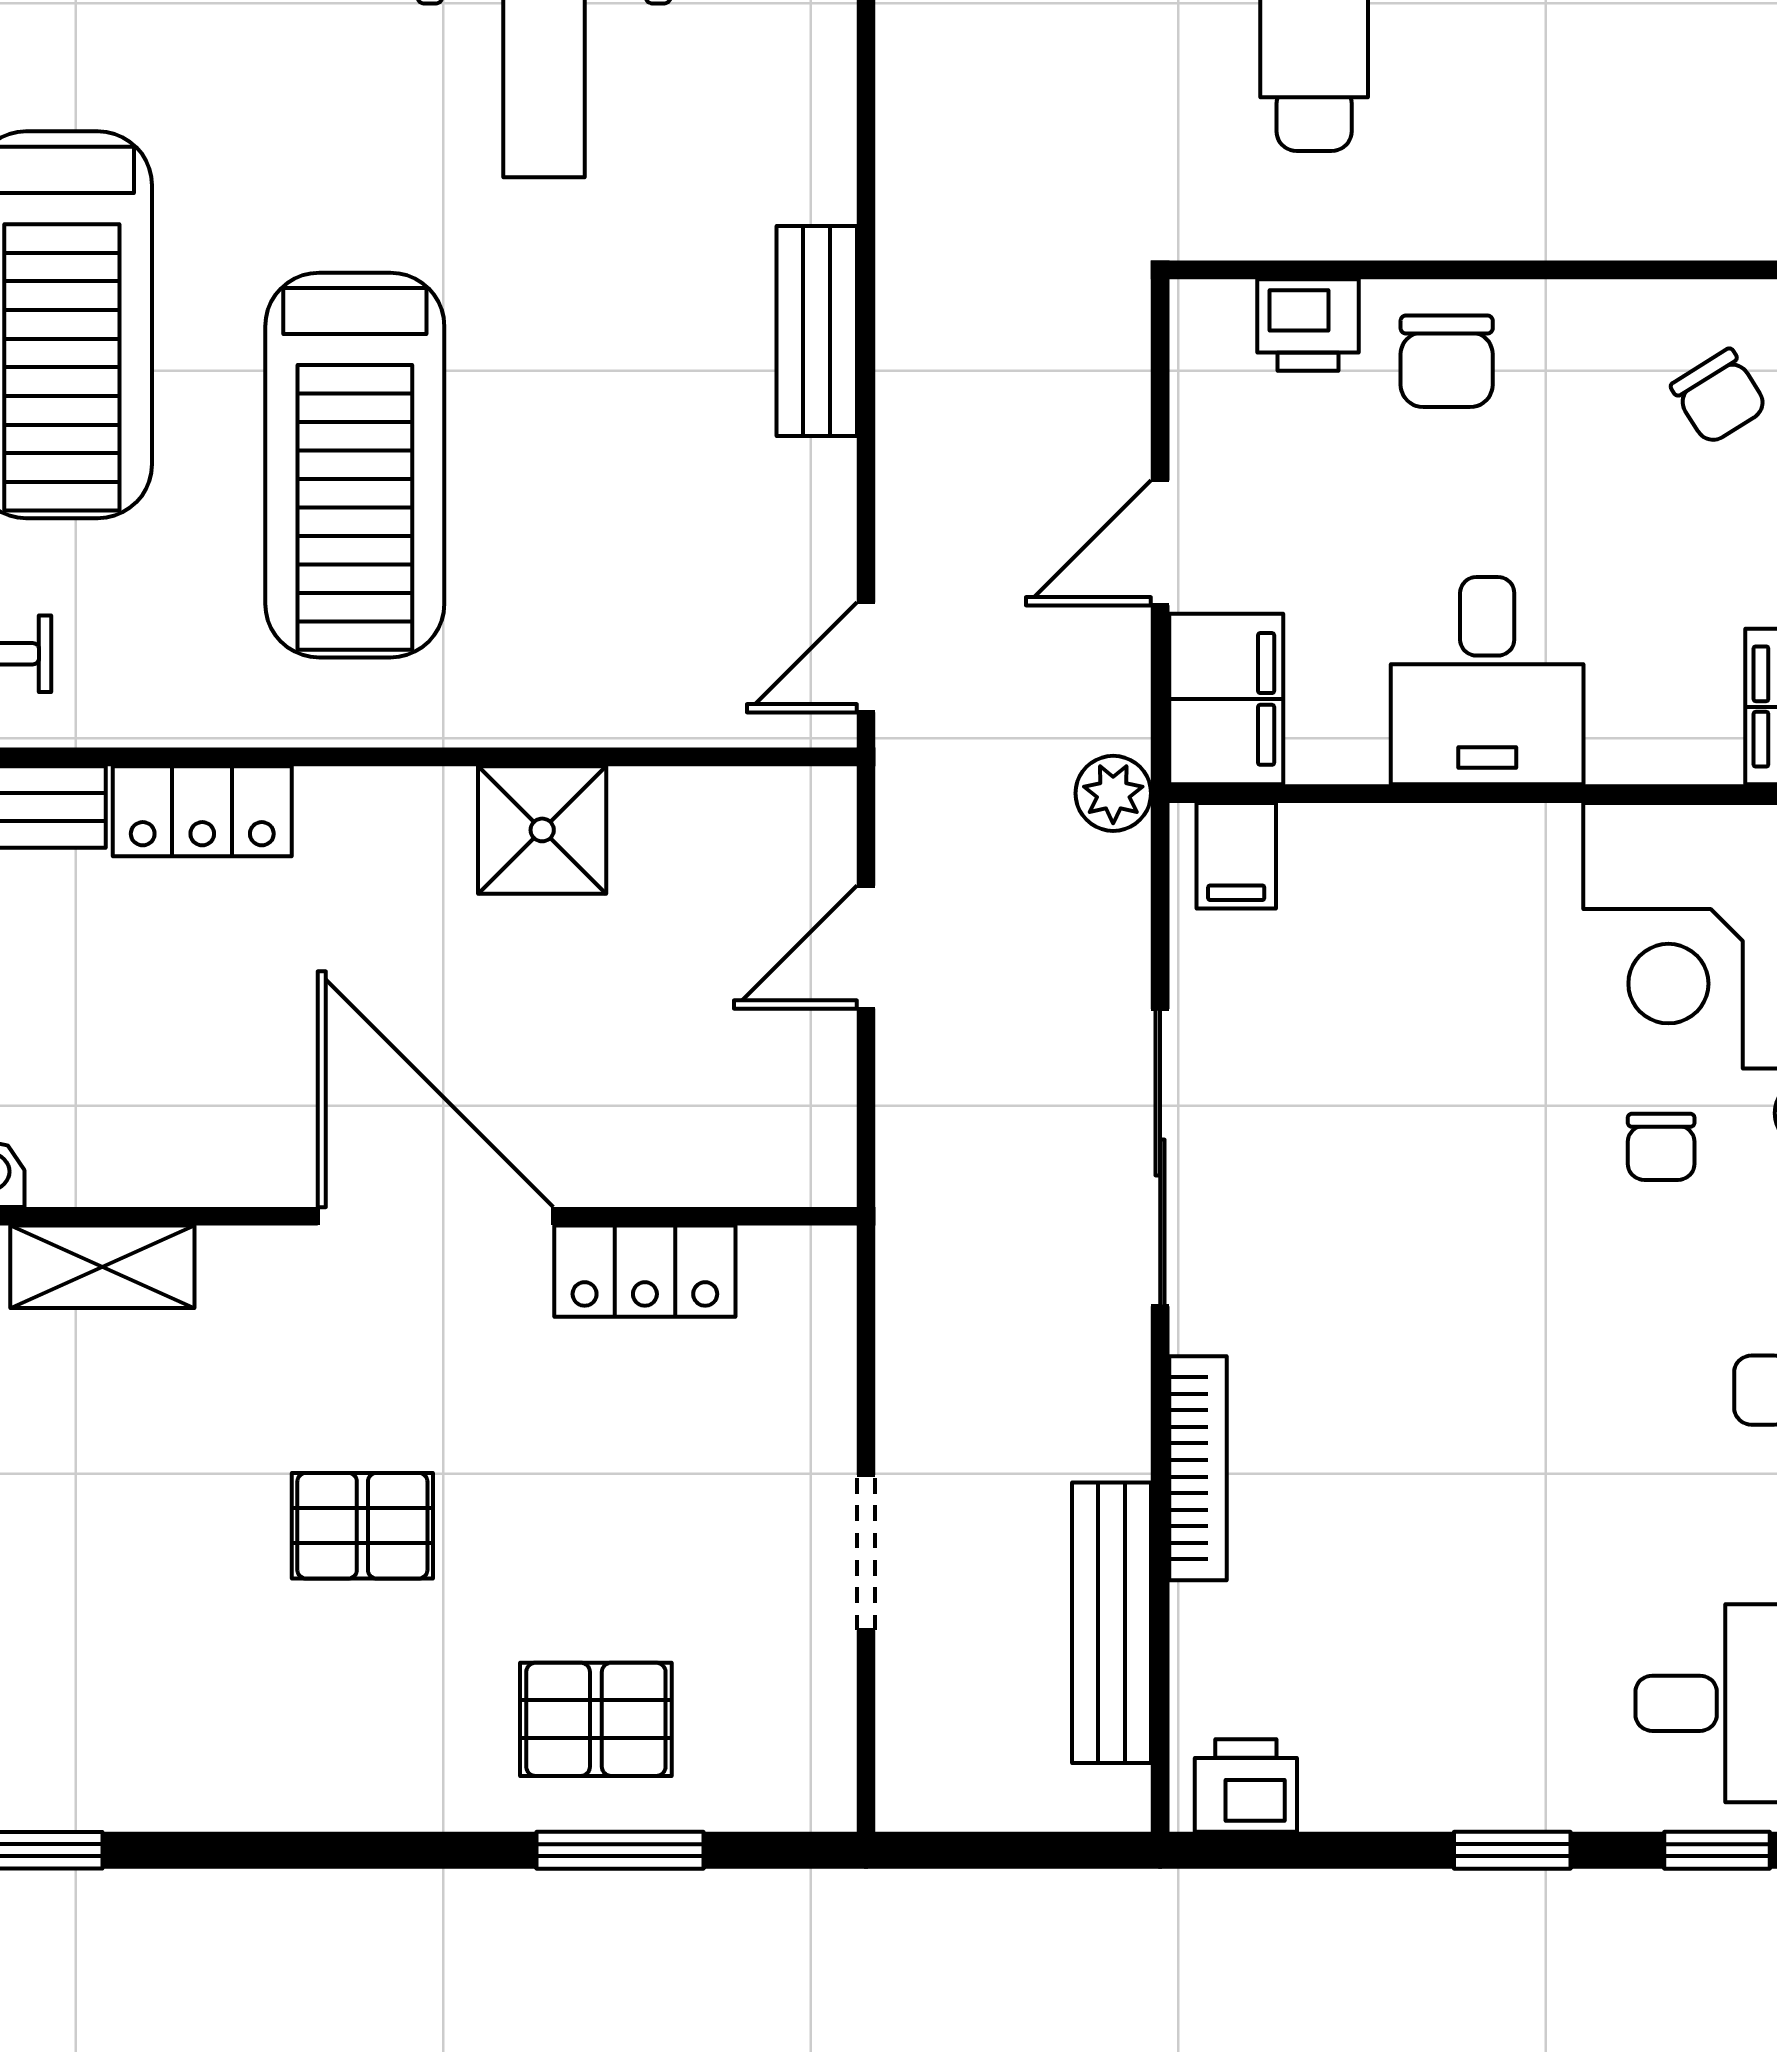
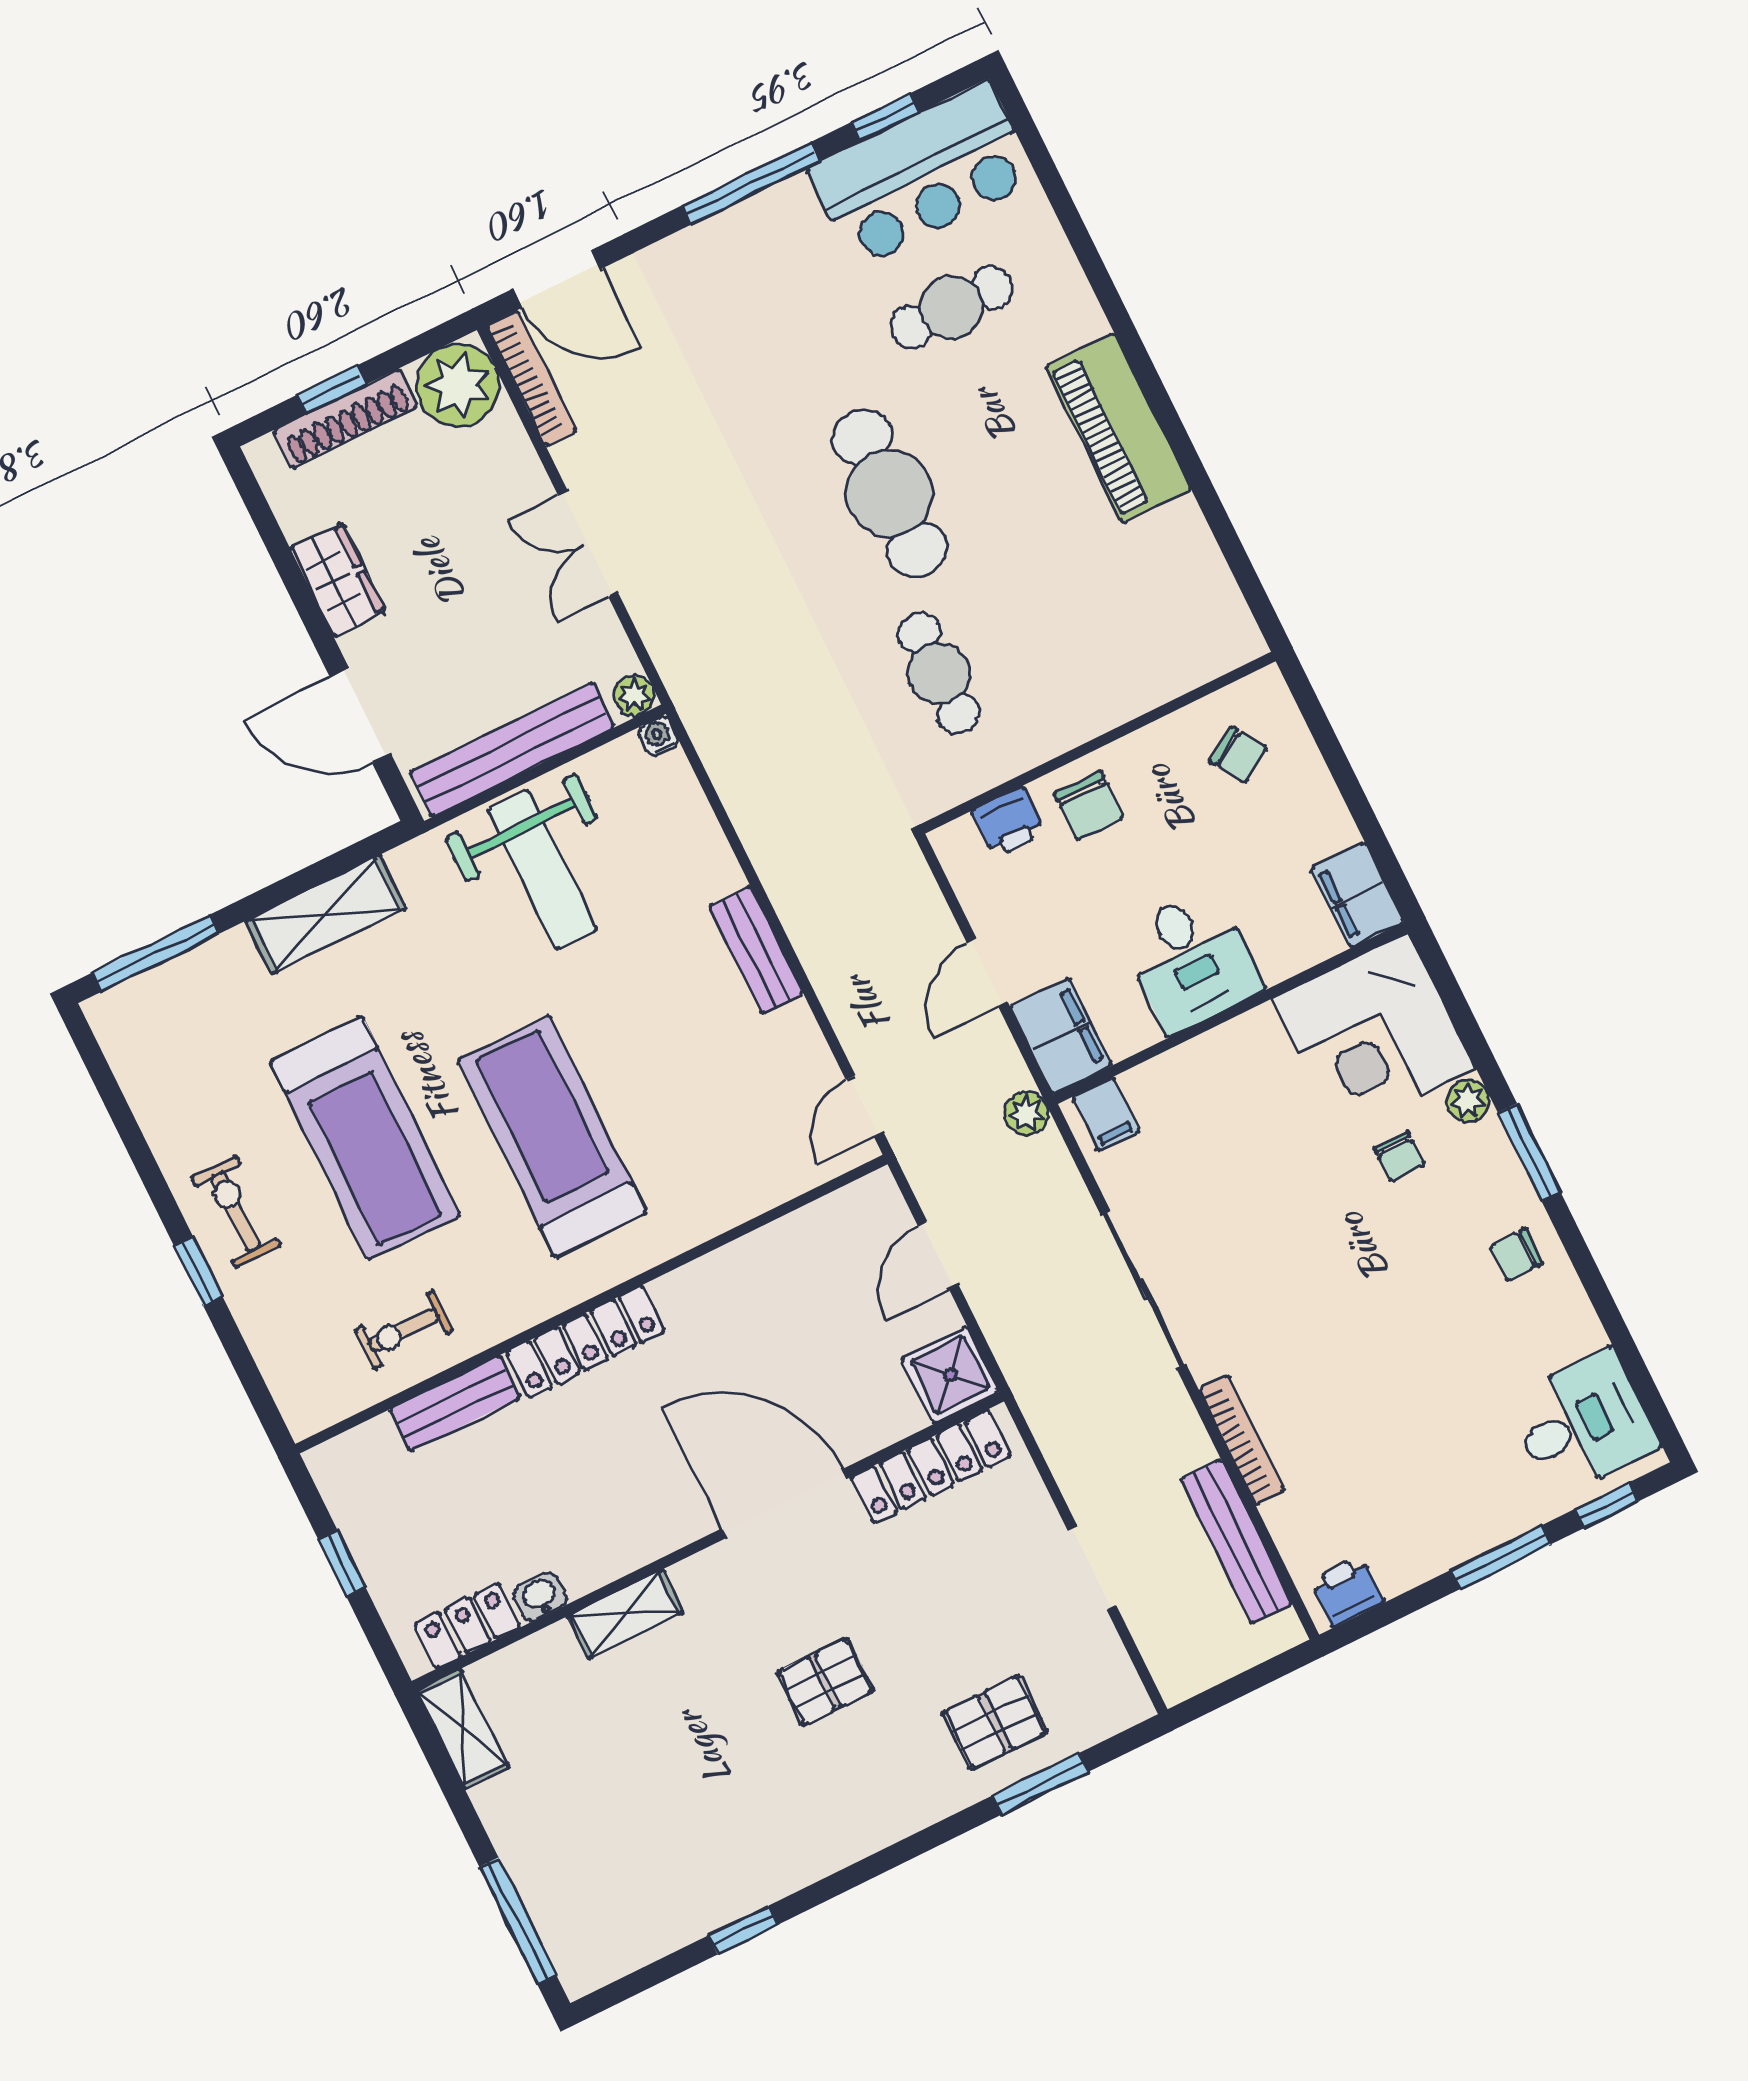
treadmill: (355, 465) -> (552, 1136), turned 180
locker: (202, 811) -> (585, 1342), width x1.53
shower: (542, 830) -> (950, 1375), moved
locker: (645, 1271) -> (931, 1467), width x1.53
window: (1512, 1850) -> (1501, 1557), width x1.50

